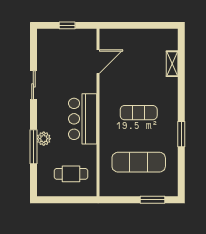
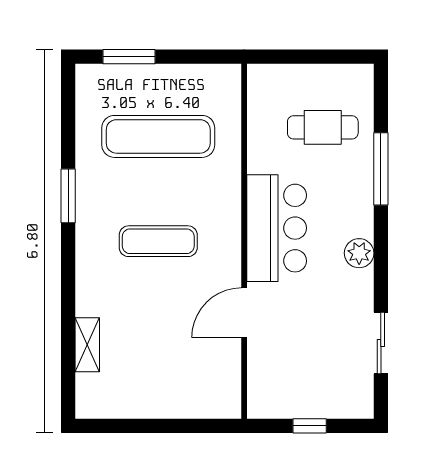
door: (98, 62) -> (244, 313), moved
sliding door: (33, 85) -> (381, 343), moved
plant: (44, 139) -> (359, 253), moved
cafe table: (71, 174) -> (323, 127), moved

